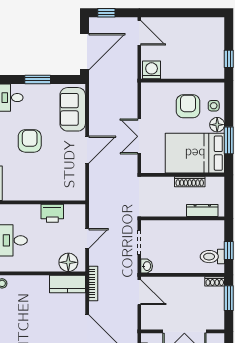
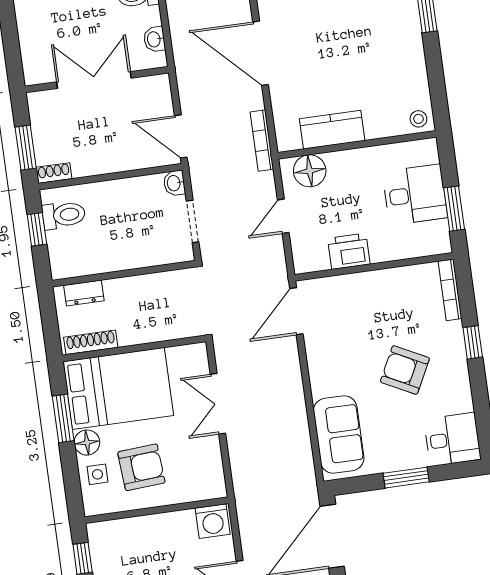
armchair: (188, 106) -> (141, 467), turned -94
double door: (139, 136) -> (218, 404), swing flipped
armchair: (30, 141) -> (405, 370), turned 117
door: (87, 150) -> (296, 311), moved
shoe rack: (190, 182) -> (91, 342), moved
dresser: (202, 210) -> (84, 293), width x0.70
kitchen counter: (67, 284) -> (332, 130), moved

